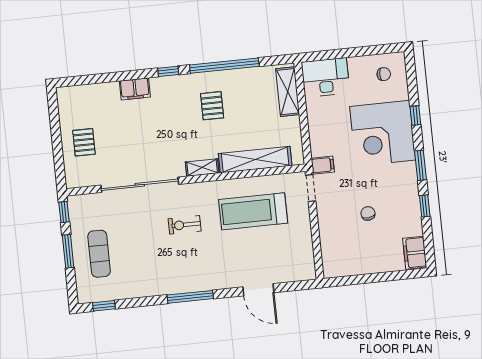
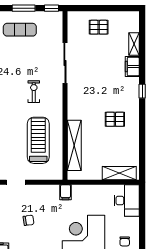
window: (224, 66) -> (142, 131), removed
shelving: (202, 168) -> (134, 44), moved
sliding door: (140, 185) -> (65, 63), width x0.73
doorway: (311, 188) -> (16, 182), moved

